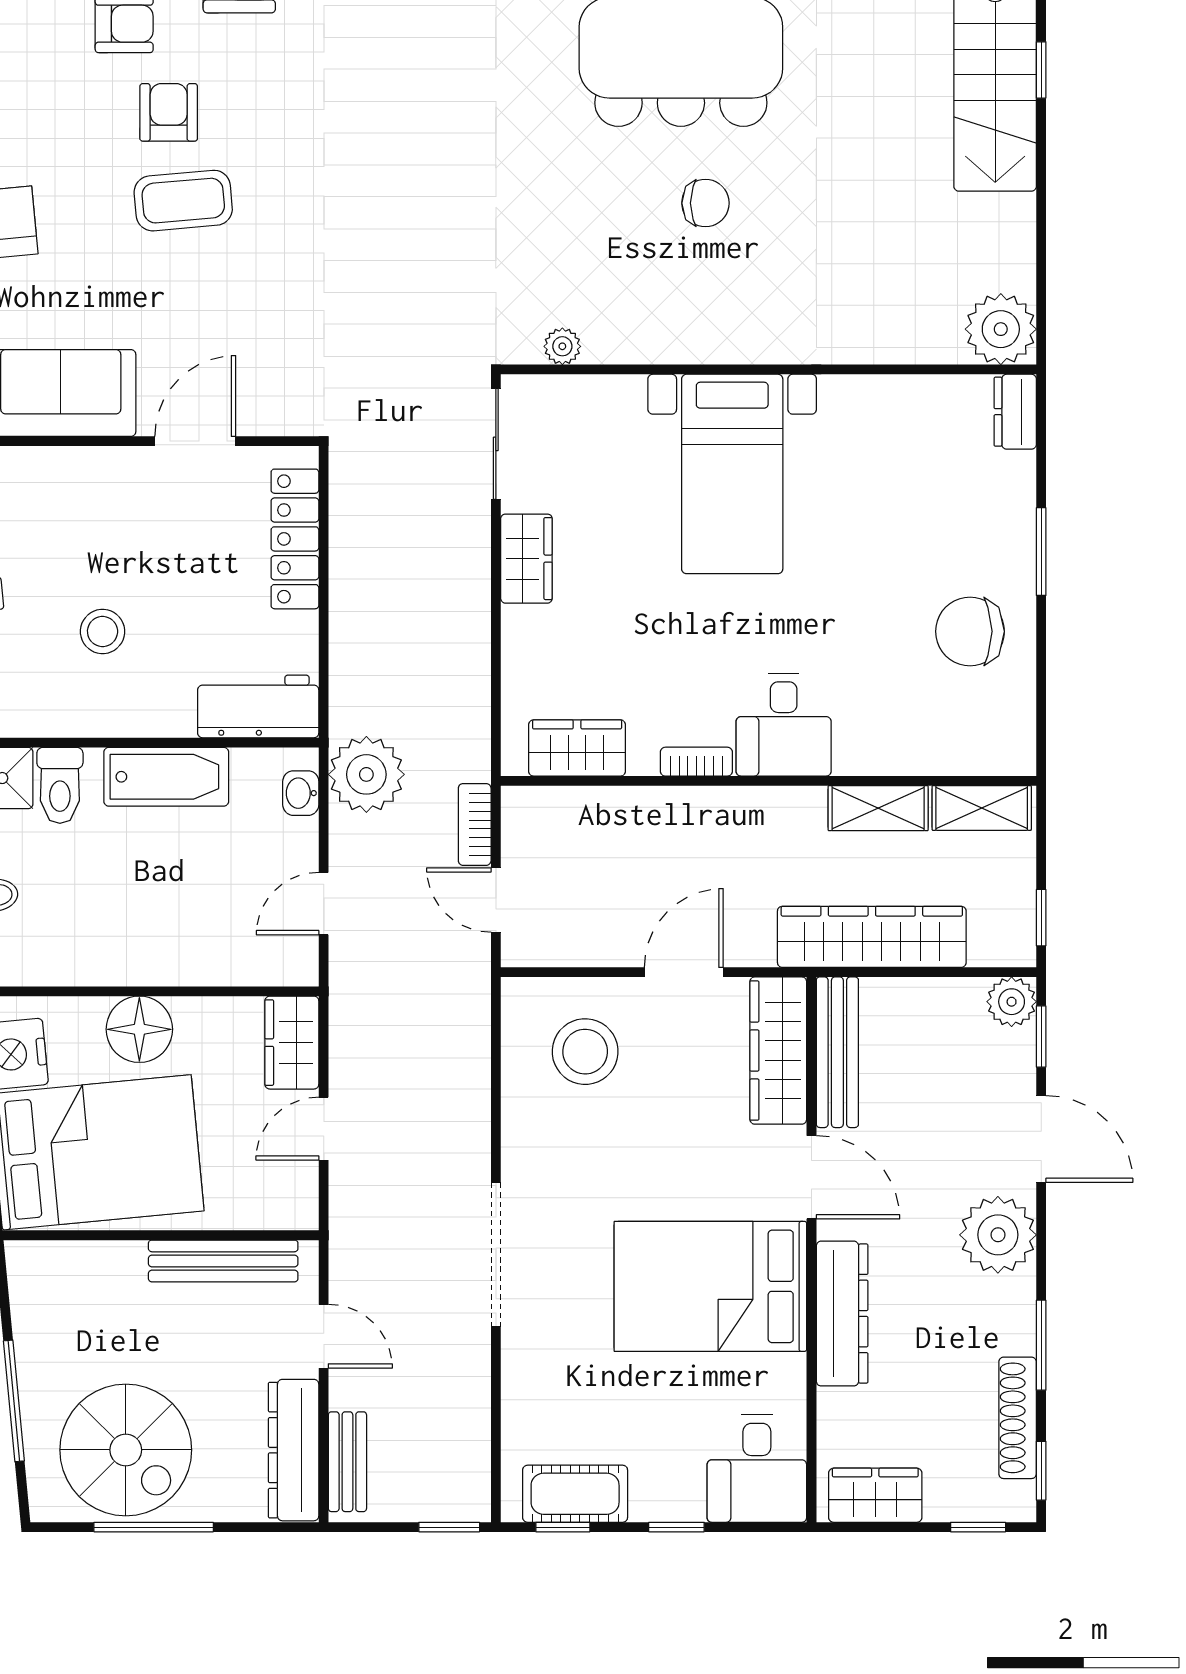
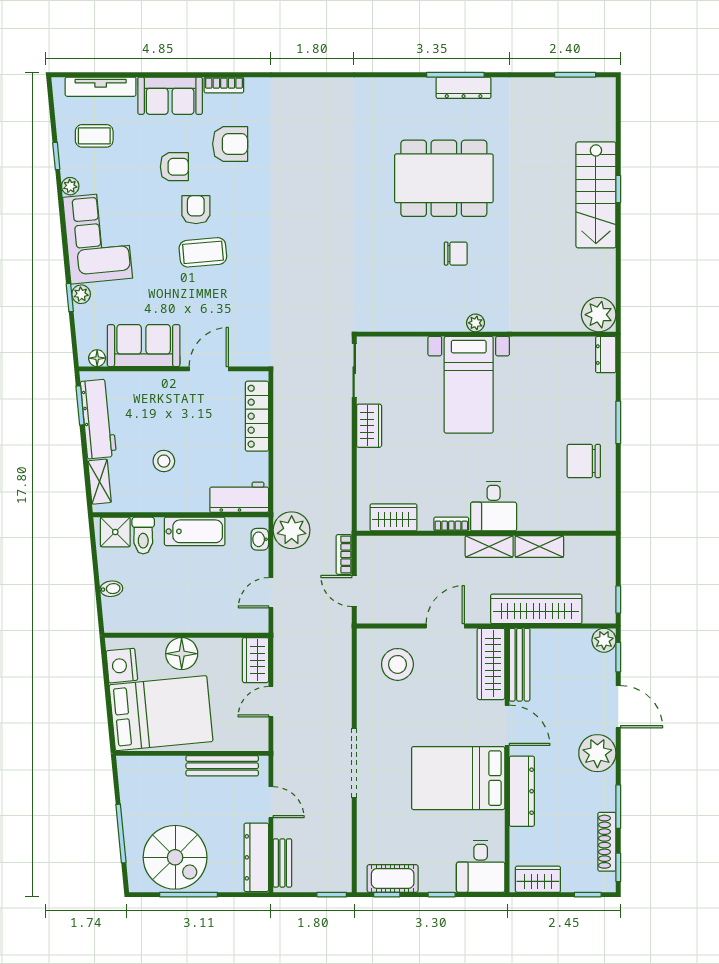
plant: (562, 346) -> (475, 323), moved
shelving: (982, 808) -> (489, 546), moved

